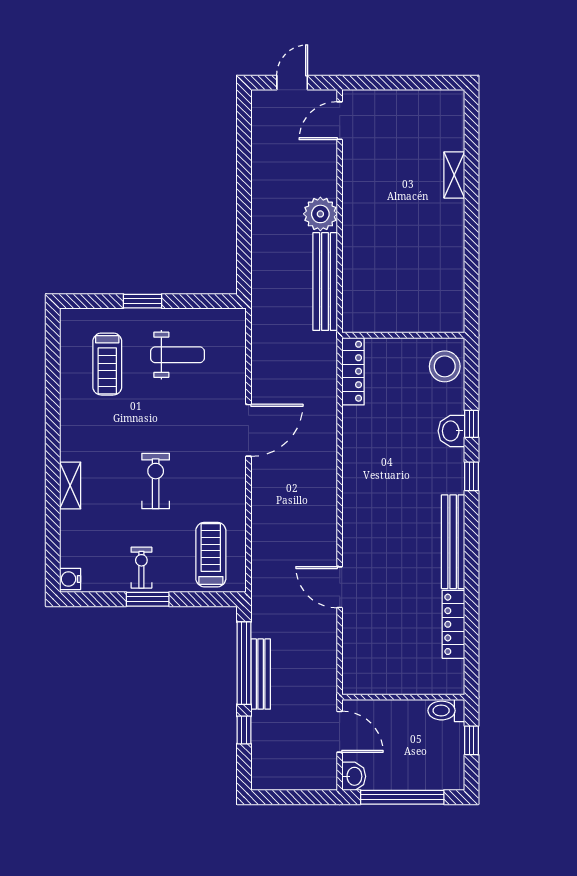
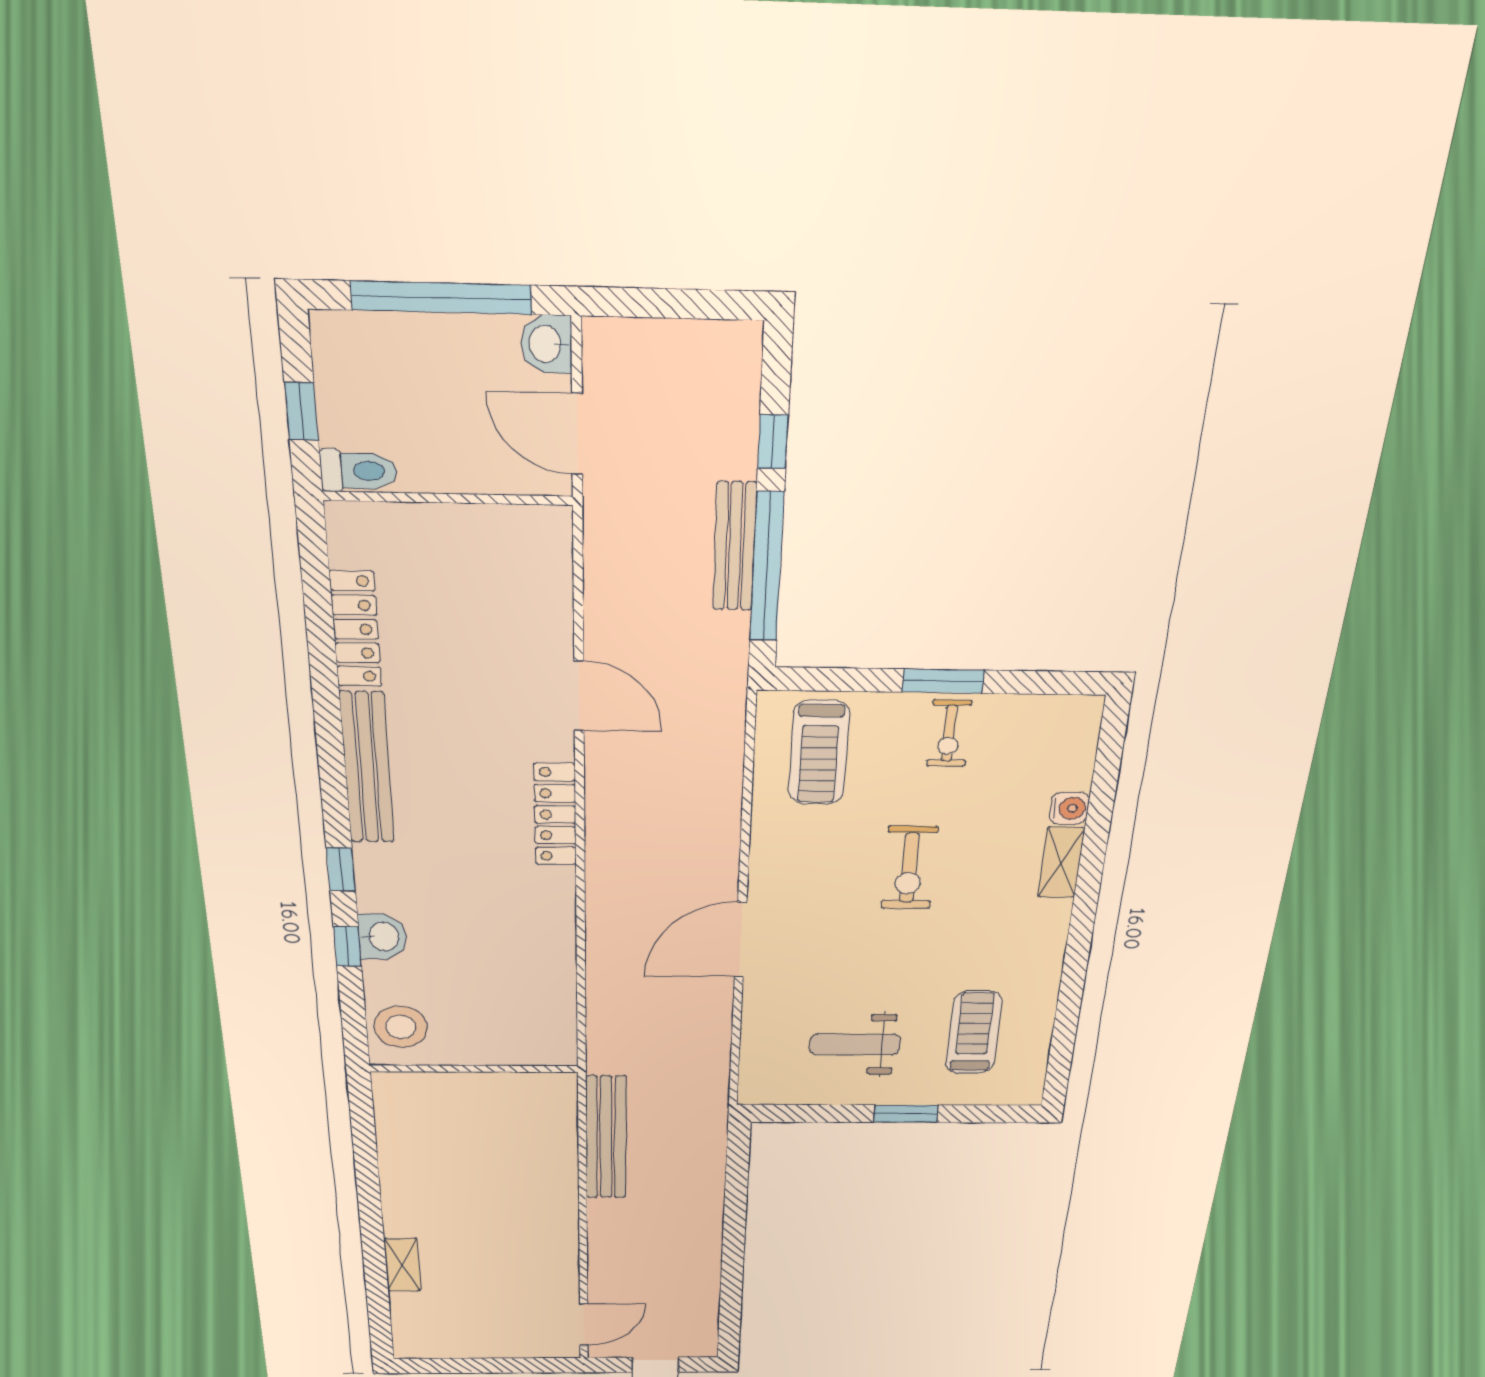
plant: (320, 214) -> (613, 1219), removed
locker: (353, 371) -> (555, 814), moved
water cooler: (70, 579) -> (1069, 808), moved

